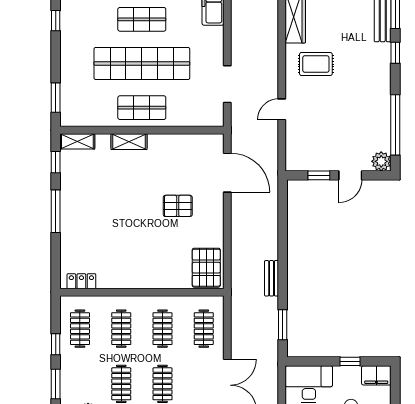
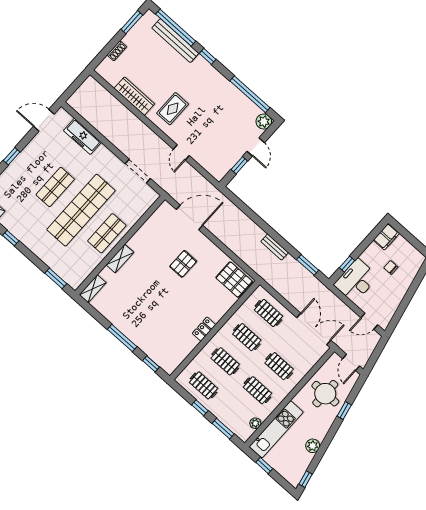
window: (56, 162) -> (151, 364), moved
locker: (81, 281) -> (204, 329), moved
window: (350, 361) -> (347, 264), moved

